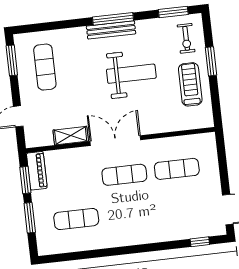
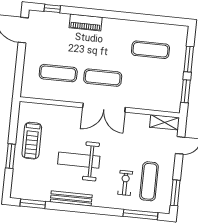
window: (113, 19) -> (140, 215), moved
bench: (111, 30) -> (71, 198), moved
exercise bike: (186, 38) -> (125, 183), moved
shelving: (71, 136) -> (165, 122), moved
piano: (37, 171) -> (86, 22), moved, turned -90

